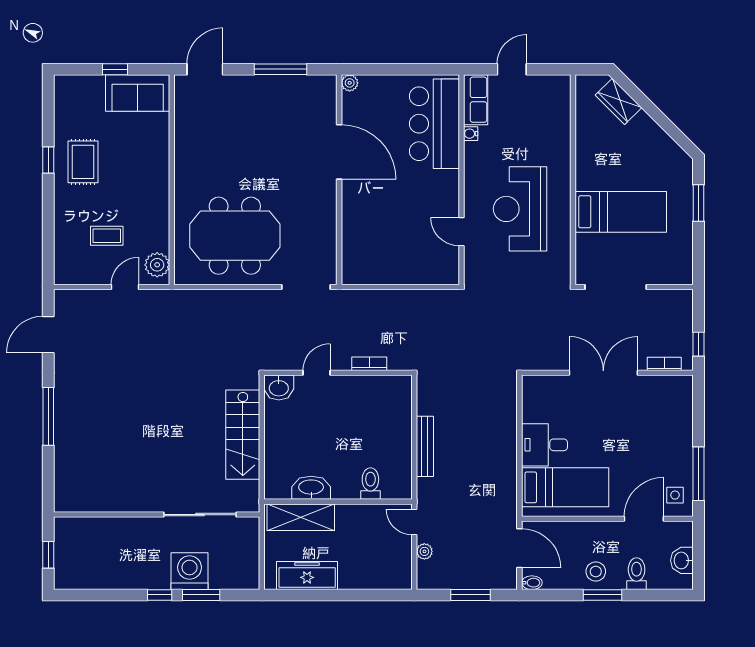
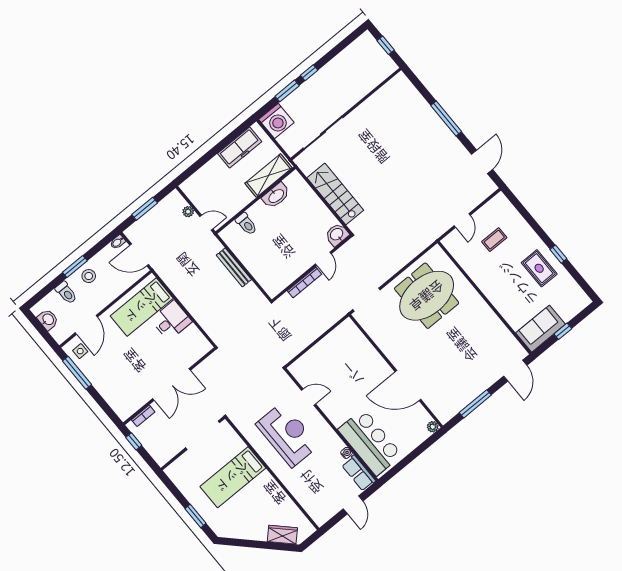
plant: (157, 265) -> (455, 246), removed
bookcase: (369, 364) -> (305, 283), width x1.56
washing machine: (190, 571) -> (276, 121), moved

